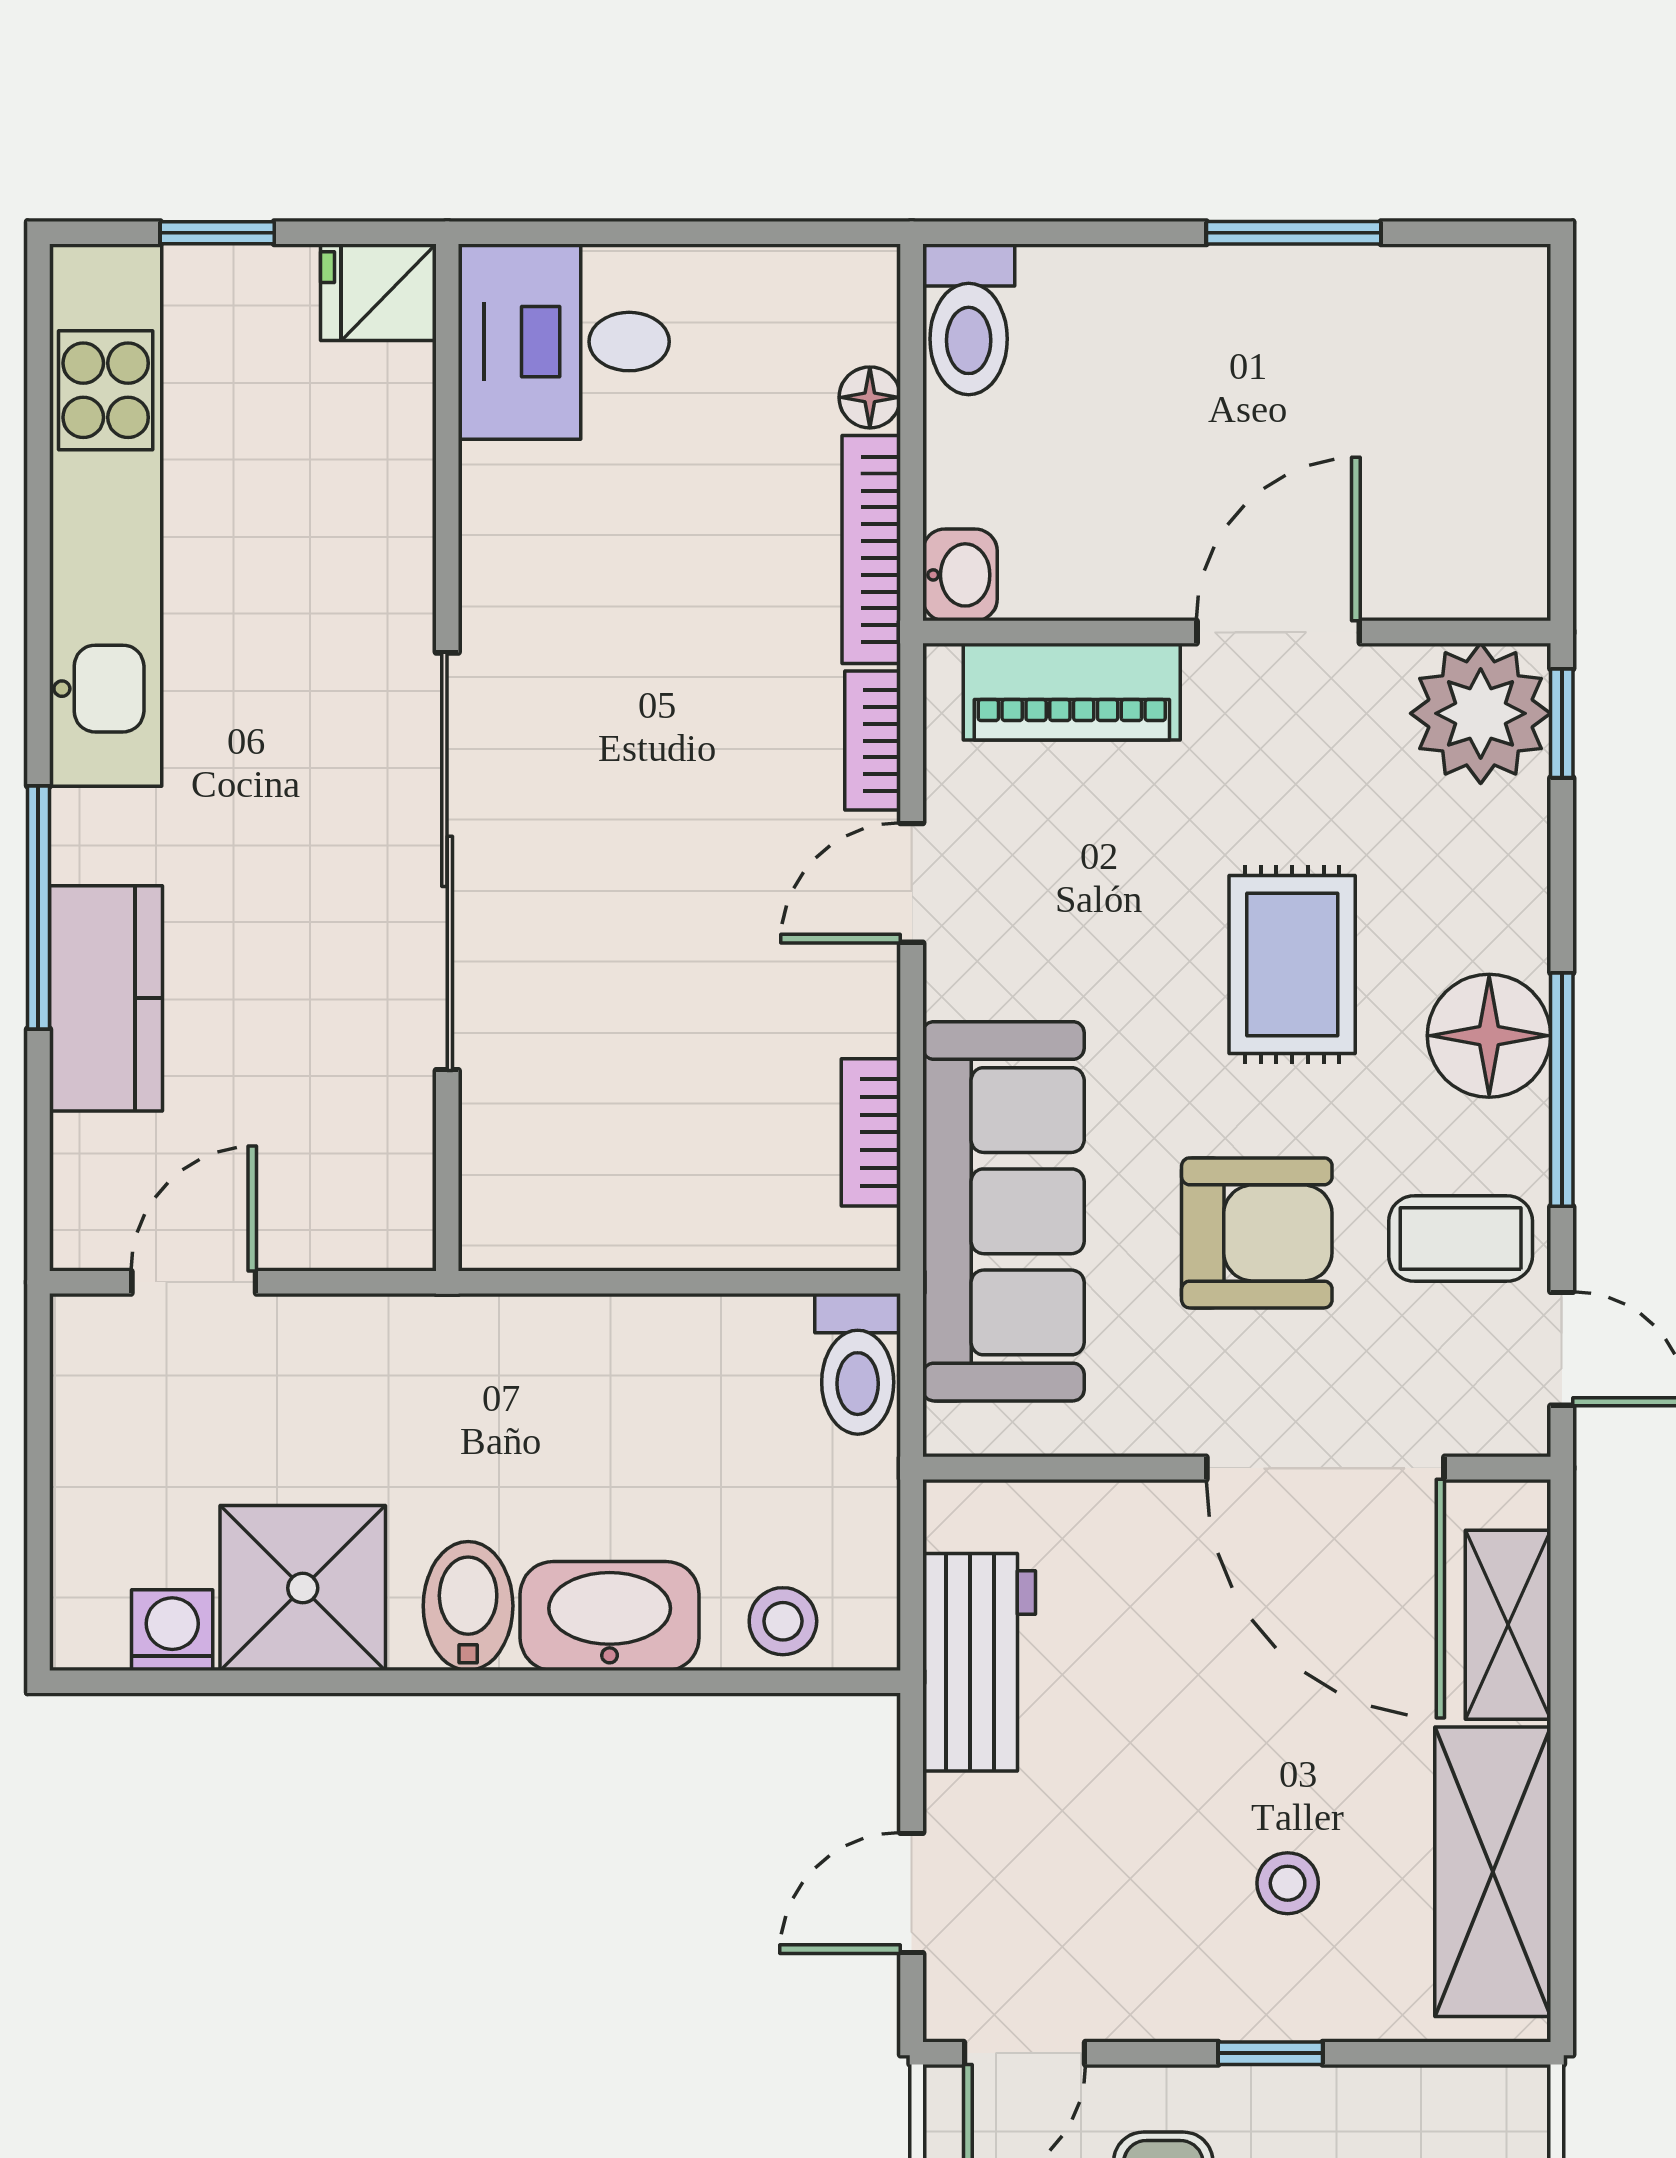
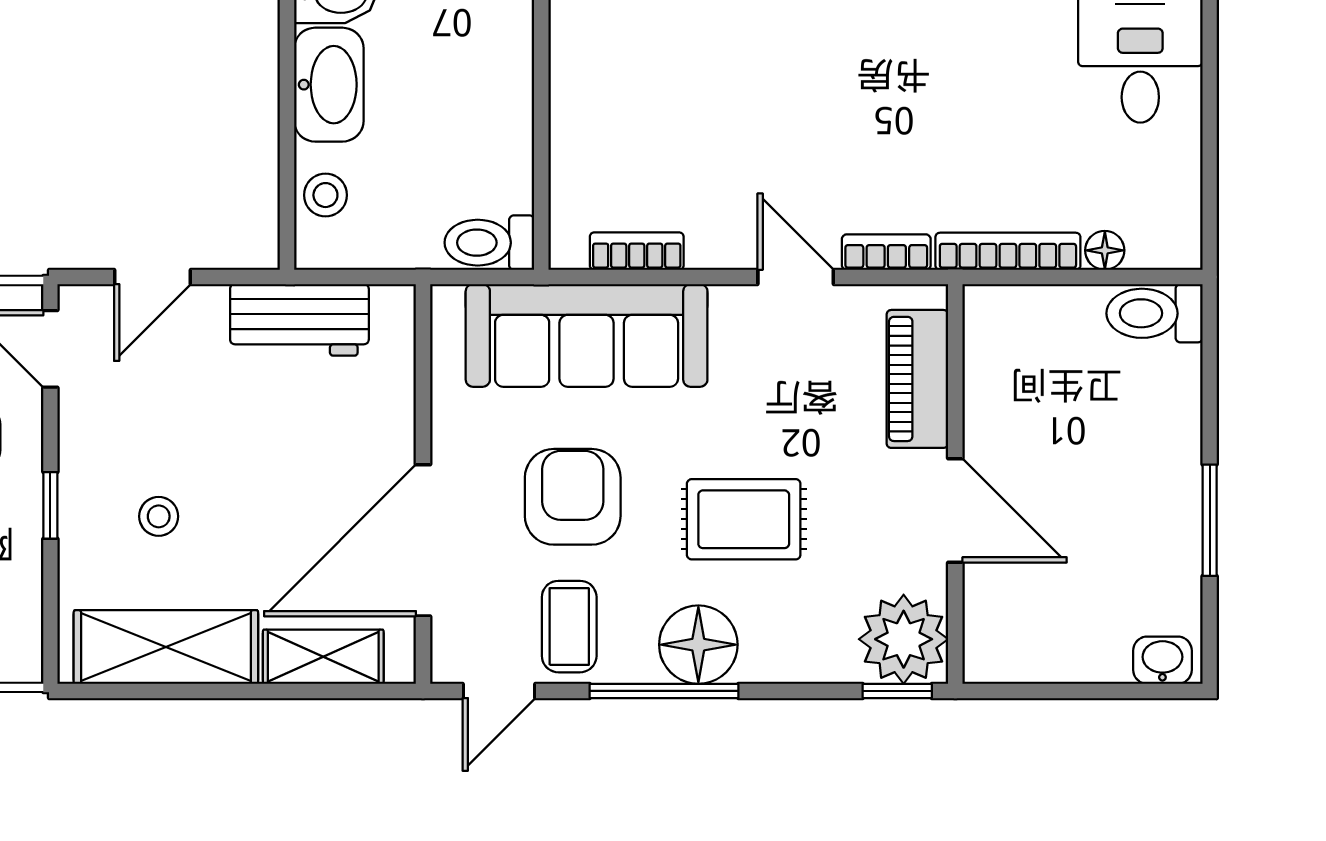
washbasin: (960, 575) -> (1162, 660), moved, turned 180
armchair: (1257, 1233) -> (573, 497), turned 180
door: (912, 1893) -> (152, 277), swing flipped

